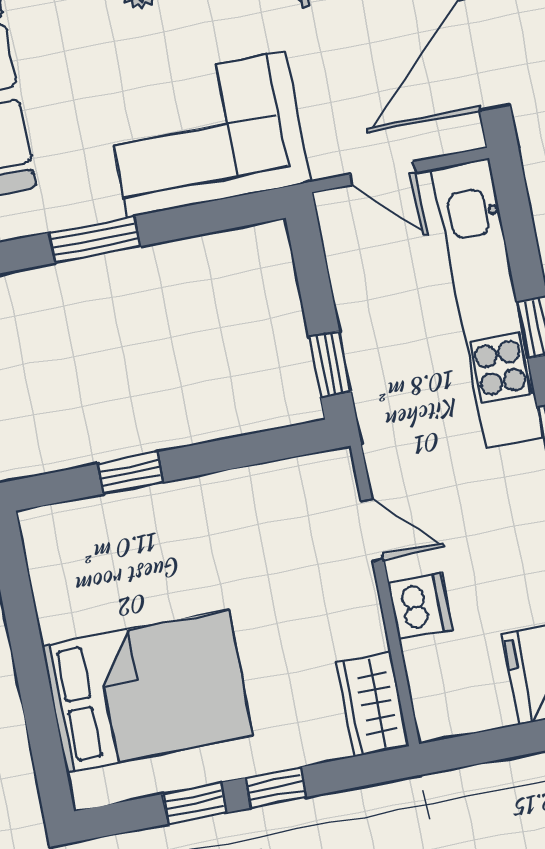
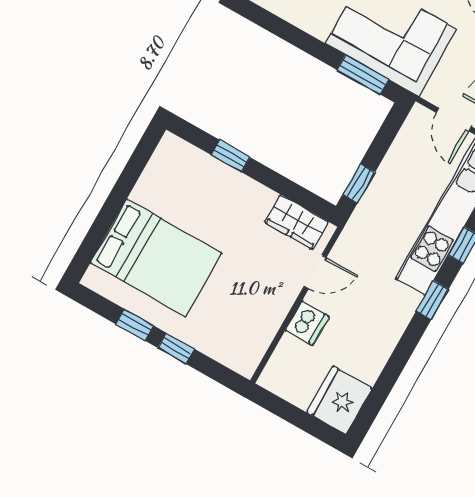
window: (95, 240) -> (363, 75), moved
door: (372, 530) -> (315, 272), hinge flipped
wardrobe: (373, 704) -> (296, 222), moved, turned -90

